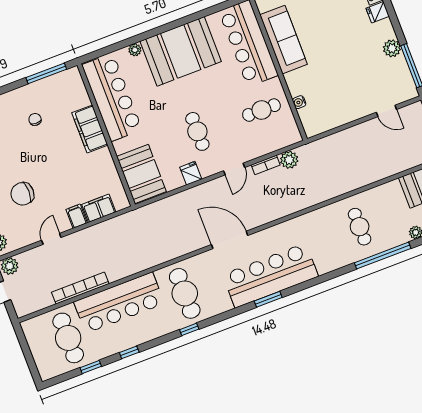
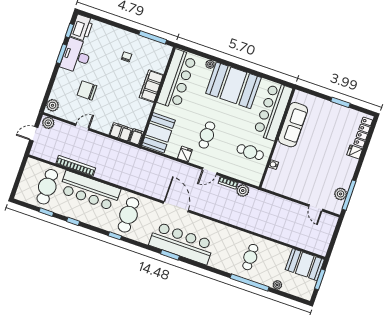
plant: (392, 48) -> (341, 194), moved
filing cabinet: (77, 216) -> (136, 137), moved

